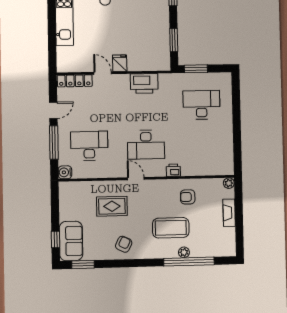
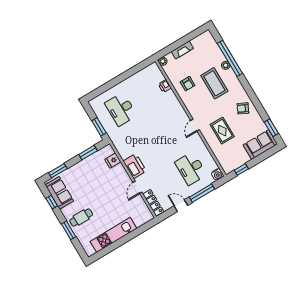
fridge: (120, 63) -> (113, 161), moved
printer: (144, 83) -> (135, 166), moved
desk: (146, 145) -> (169, 131), removed
printer: (173, 170) -> (165, 86), moved
window: (56, 239) -> (241, 170), moved

